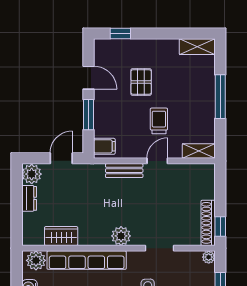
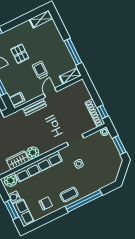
window: (220, 97) -> (73, 52), moved
plant: (121, 236) -> (33, 153), moved

